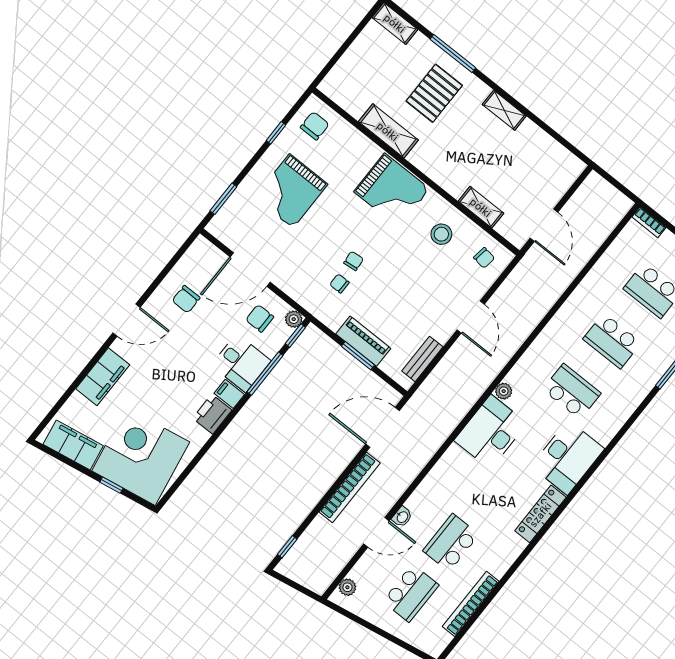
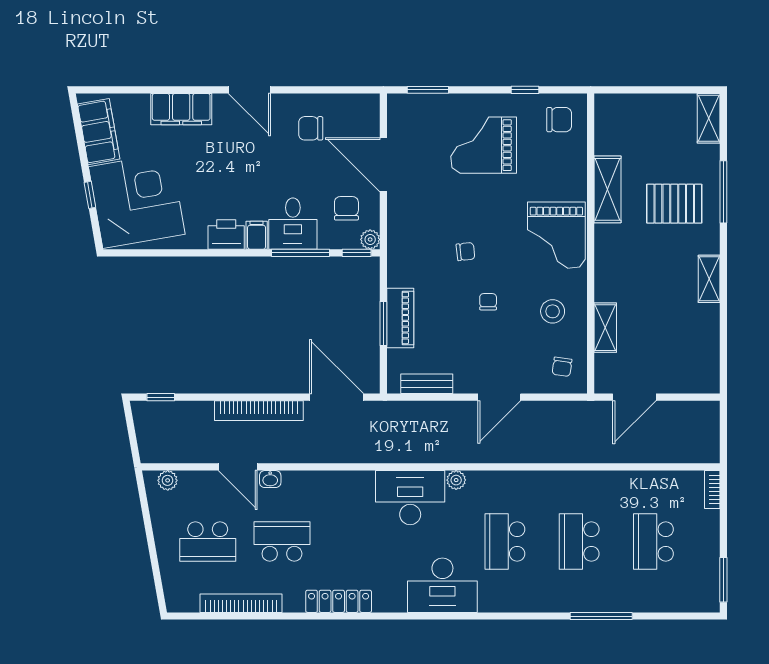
chair: (339, 284) -> (488, 302), moved
school desk: (572, 391) -> (505, 541), turned 180
locker: (540, 514) -> (339, 601), moved

